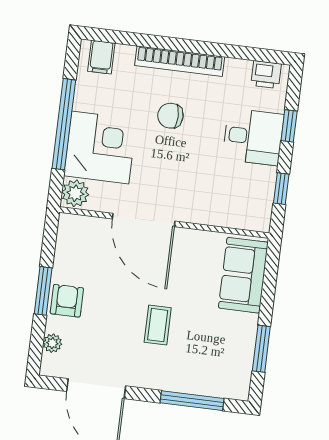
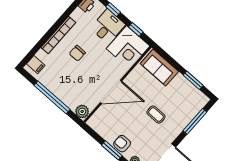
corner desk: (100, 148) -> (128, 47), moved, turned 180

